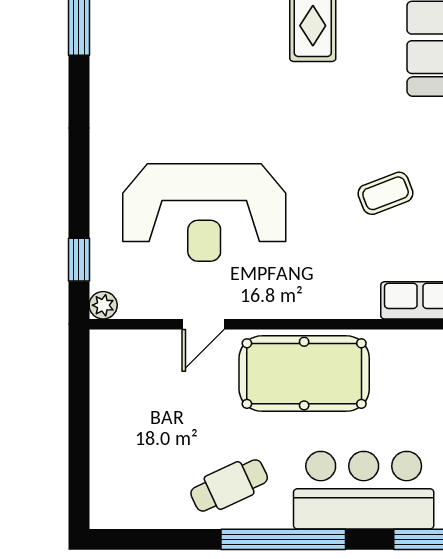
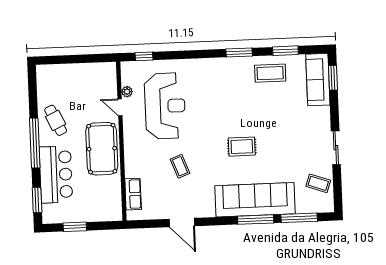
coffee table: (386, 193) -> (180, 166), moved
reception desk: (204, 212) -> (165, 106), turned 180
plant: (103, 305) -> (127, 92), moved

